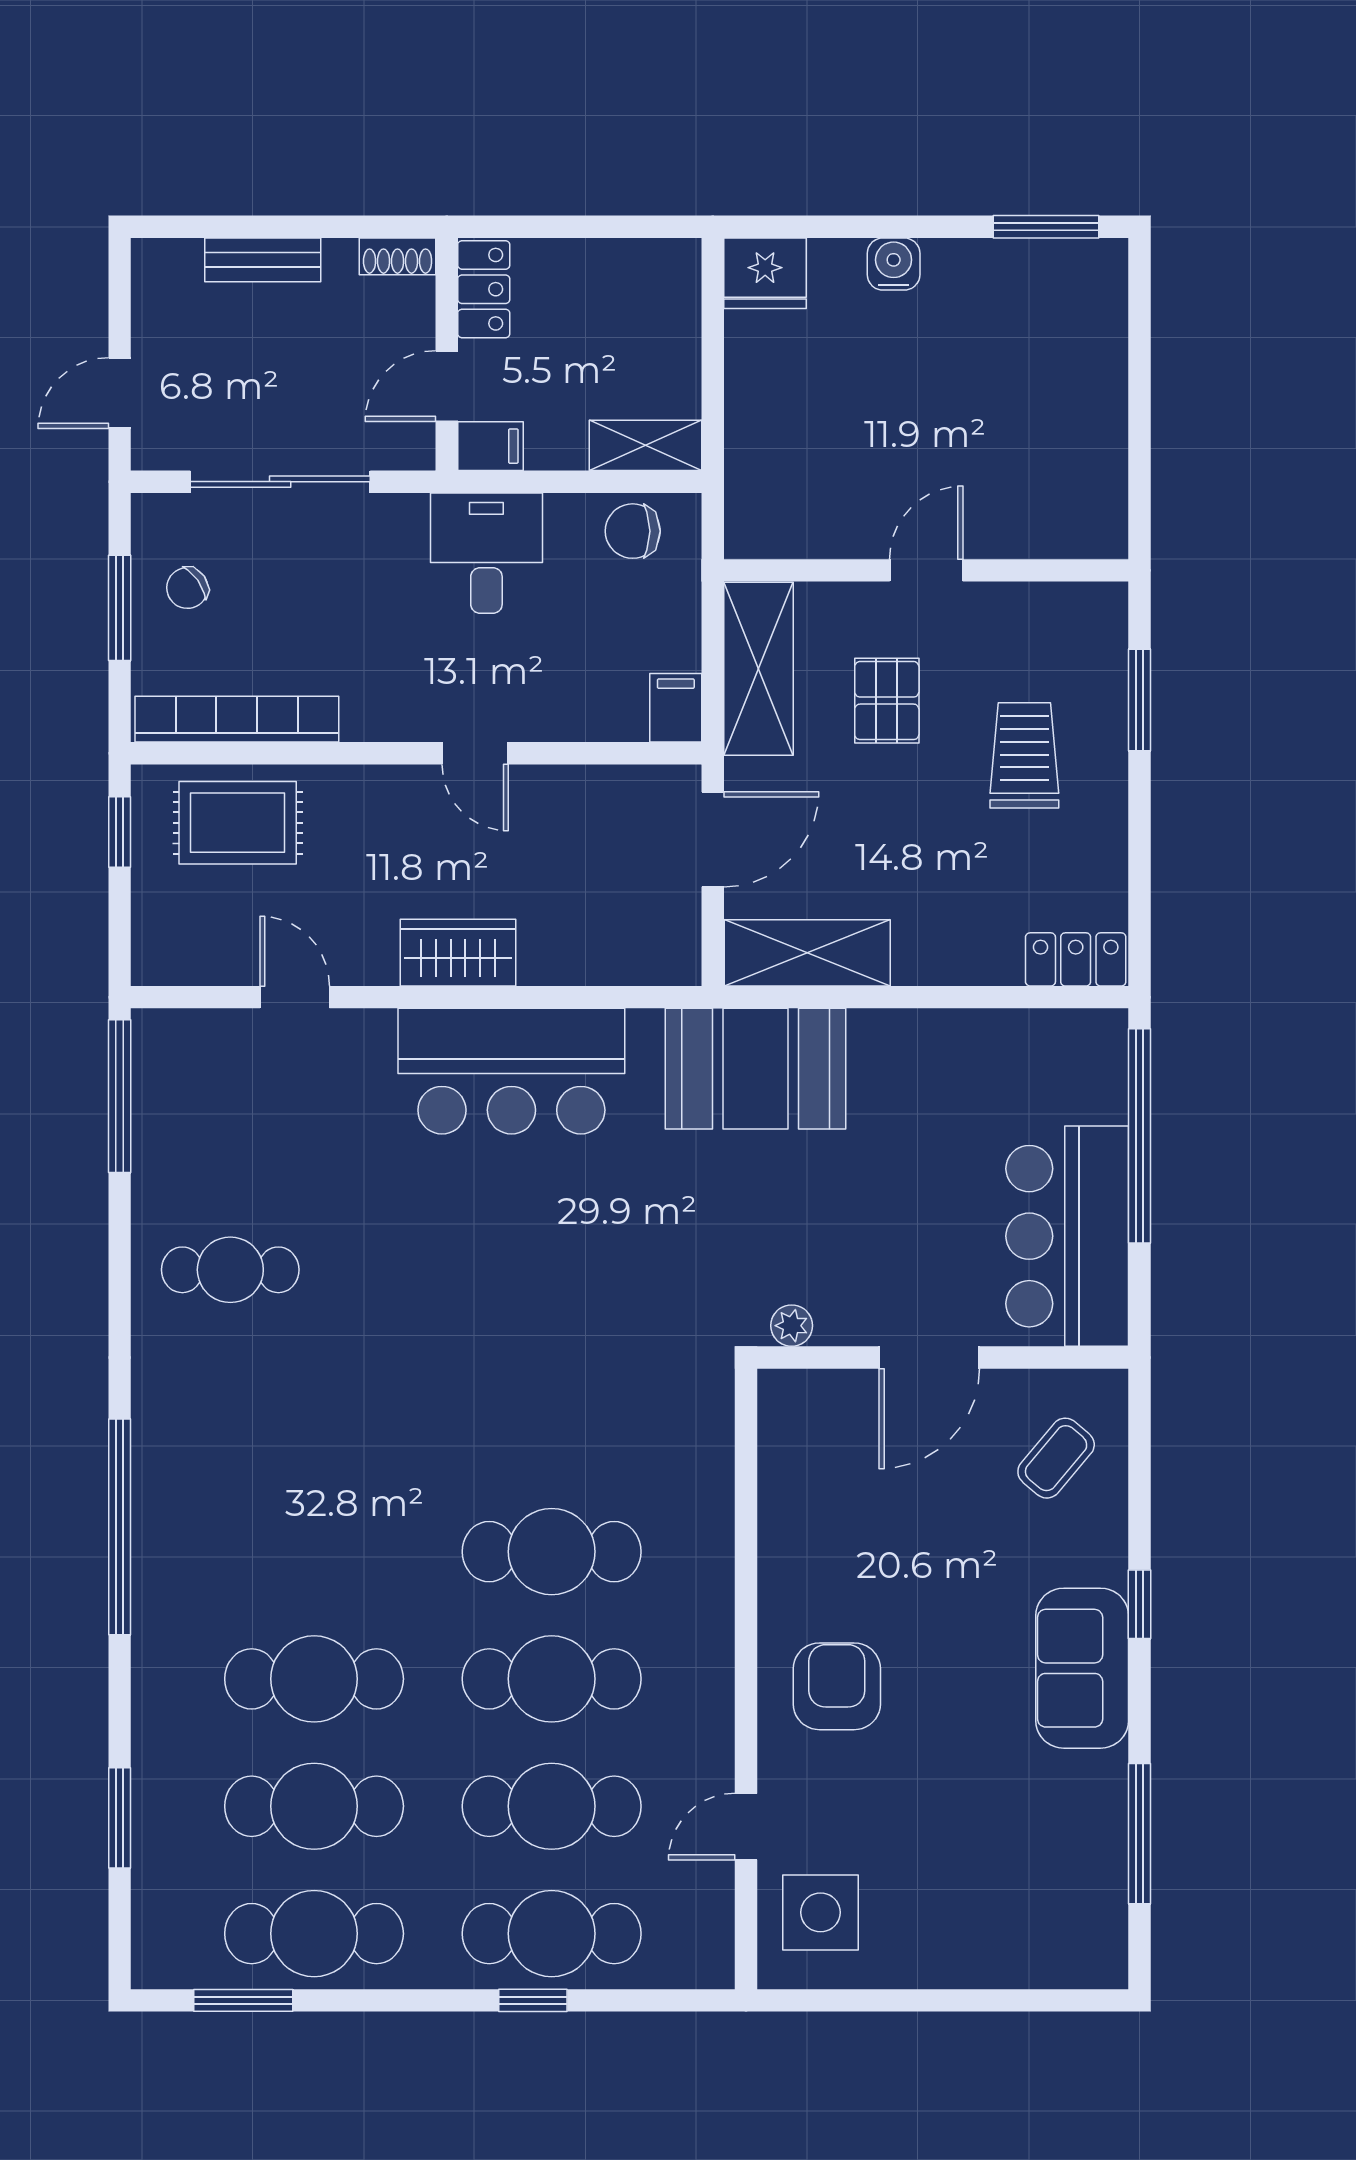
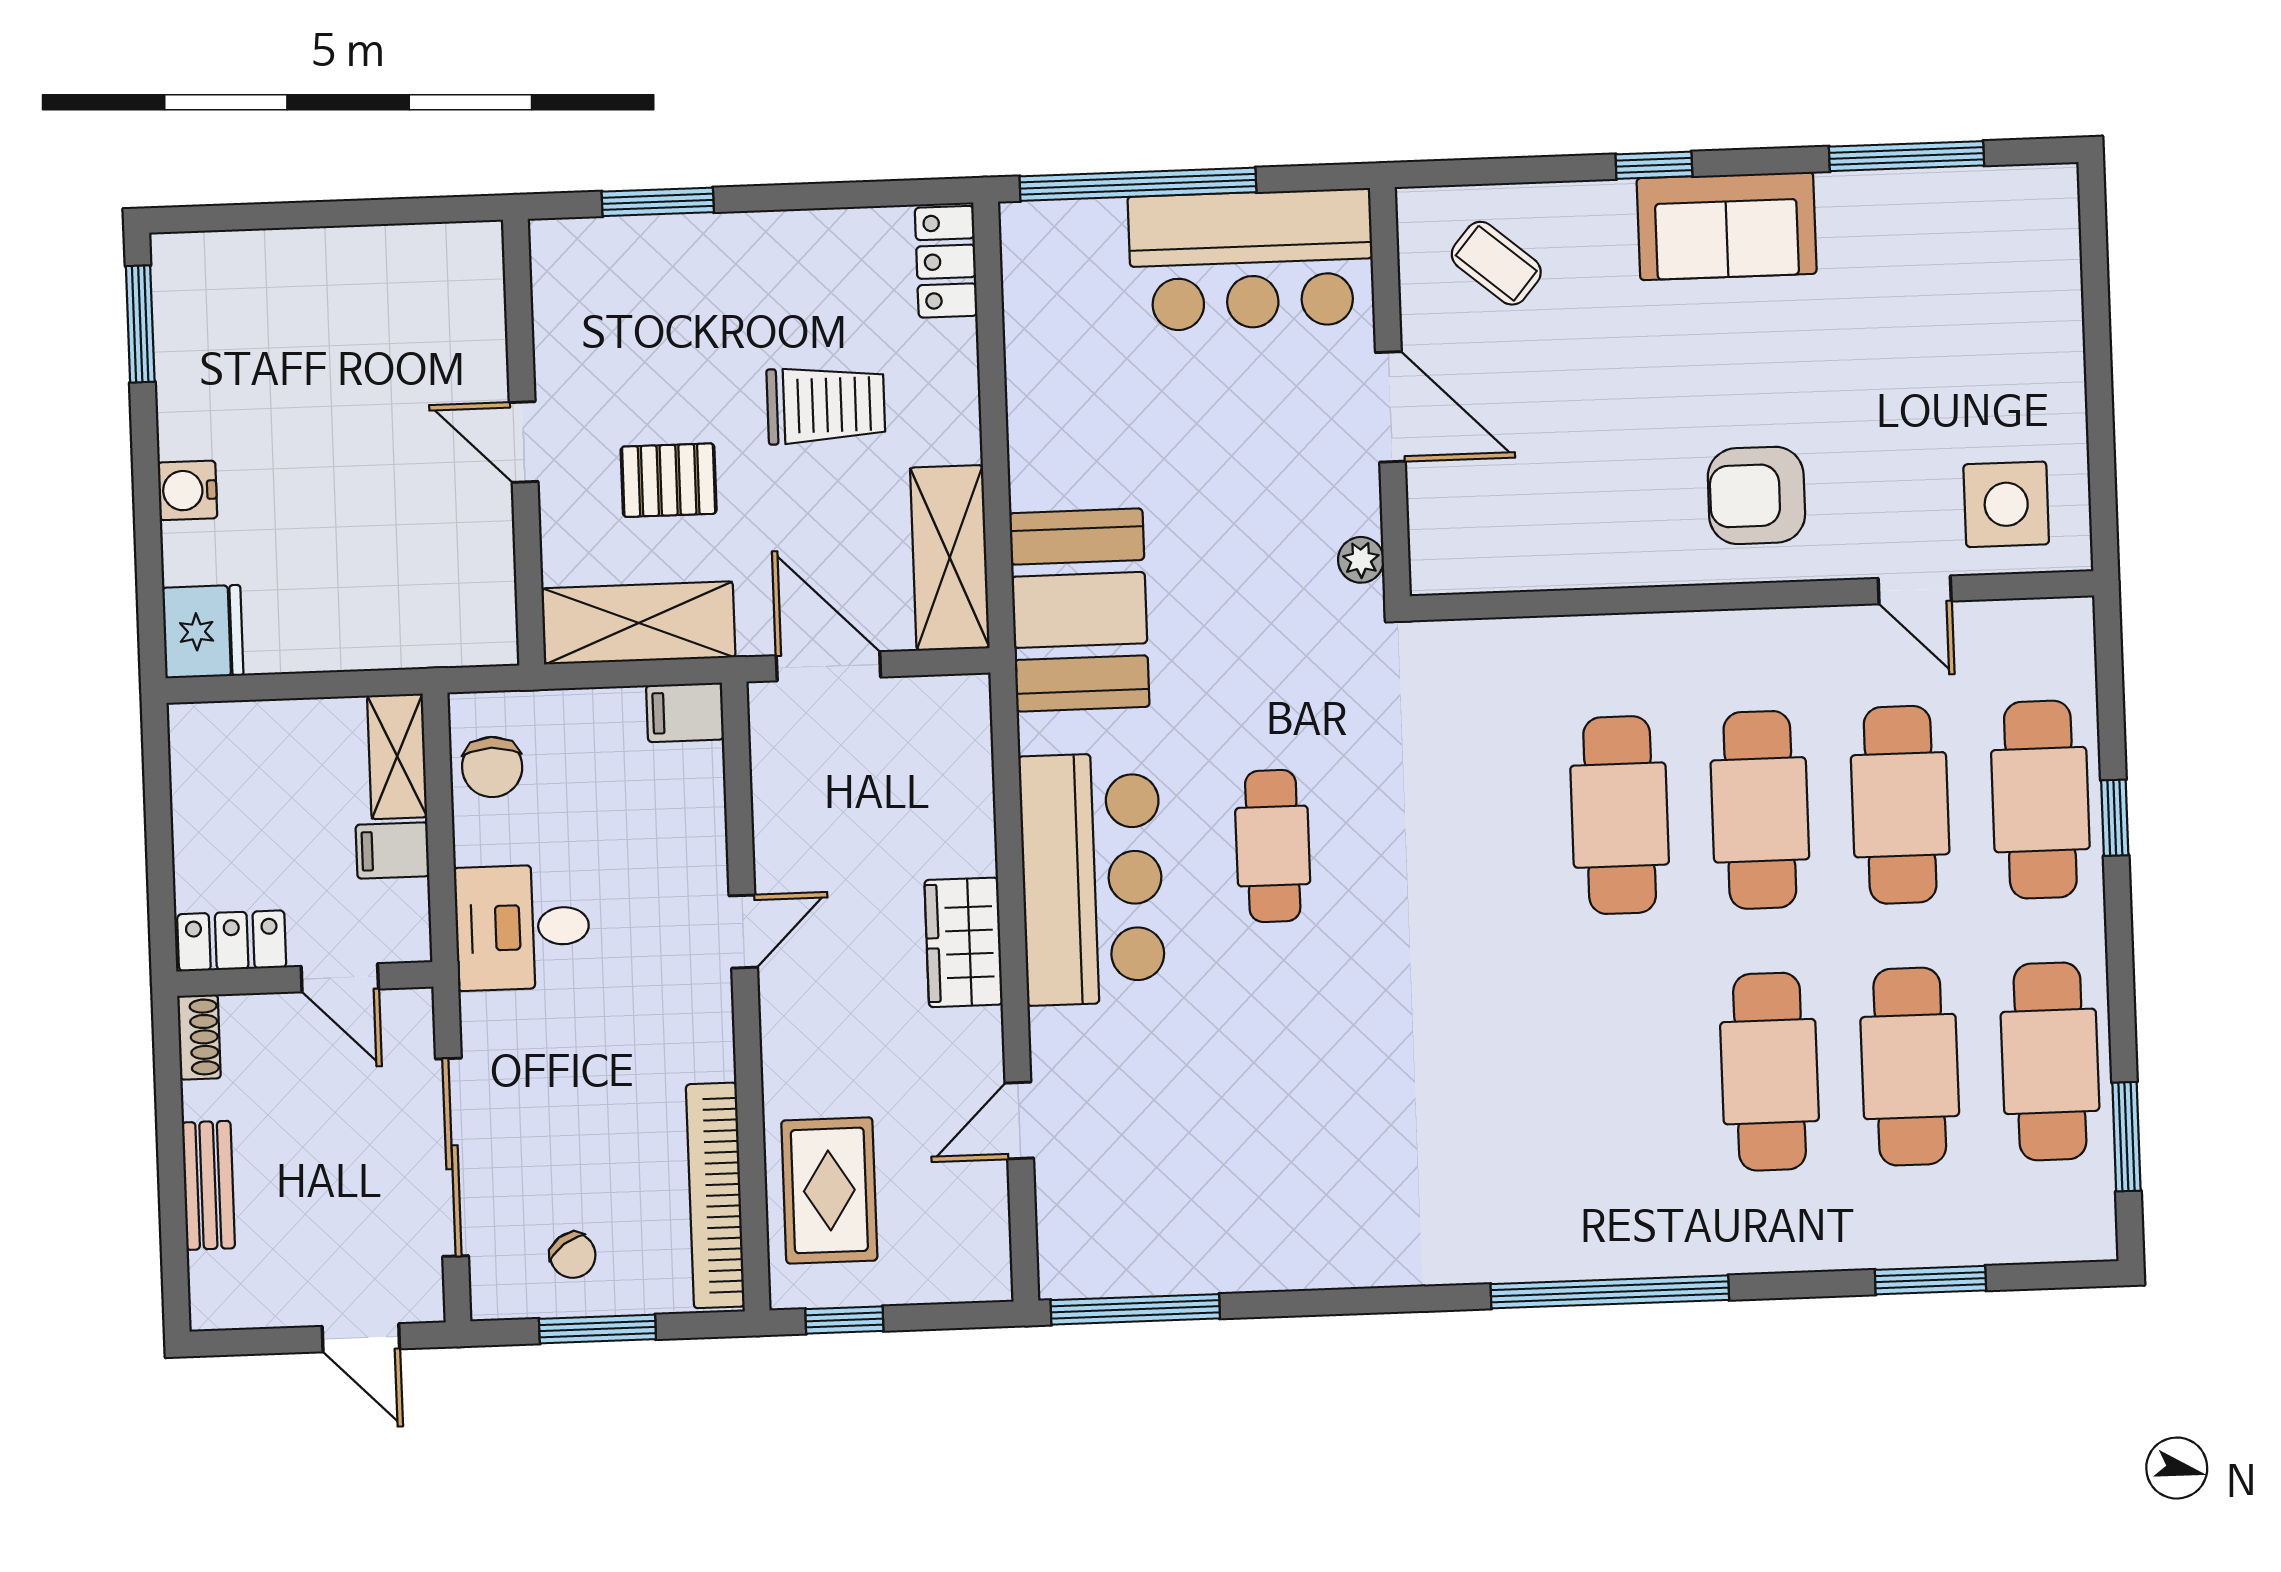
filing cabinet: (490, 446) -> (392, 850), moved, turned -90
trolley: (1024, 755) -> (826, 405), moved, turned 180
cafe table: (230, 1270) -> (1273, 846), moved

